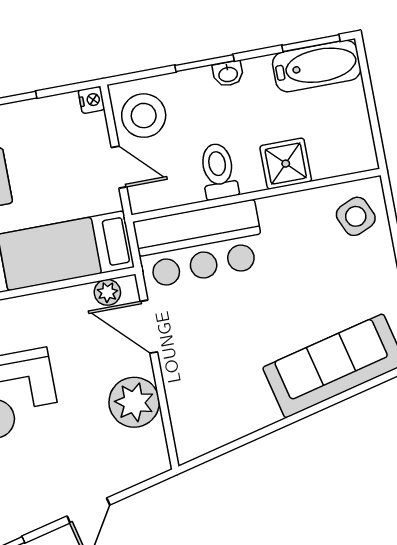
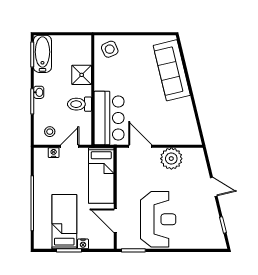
nightstand: (91, 100) -> (54, 153), moved
stool: (144, 116) -> (50, 132), width x0.53, depth x0.53
plant: (107, 292) -> (122, 161), removed
door: (149, 327) -> (140, 146), swing flipped

